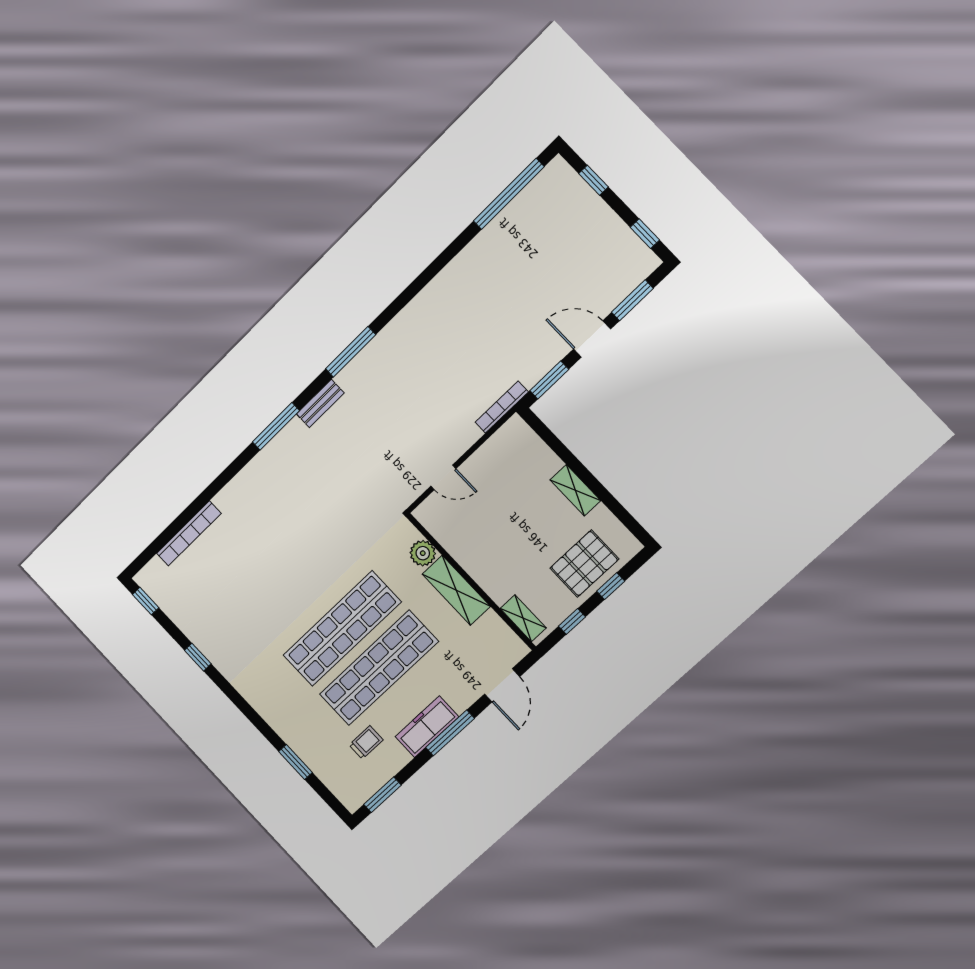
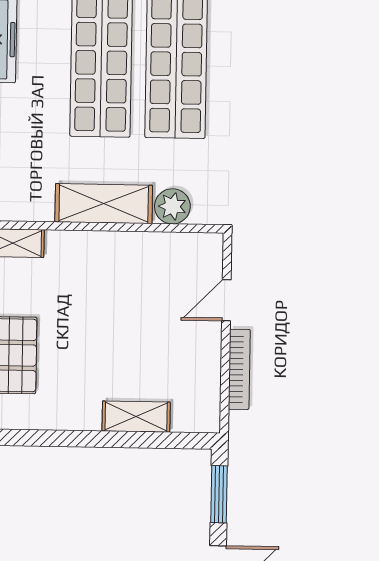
bookcase: (502, 407) -> (239, 369), moved
shelving: (575, 490) -> (136, 417), moved

